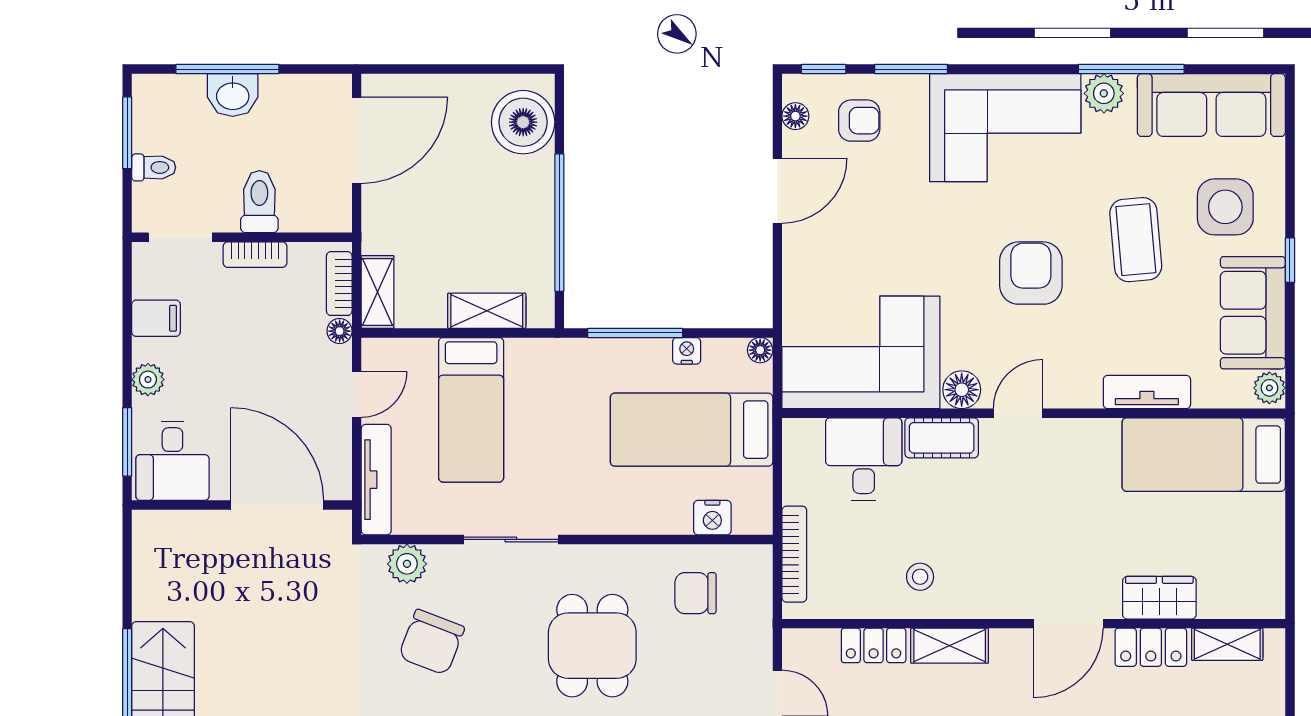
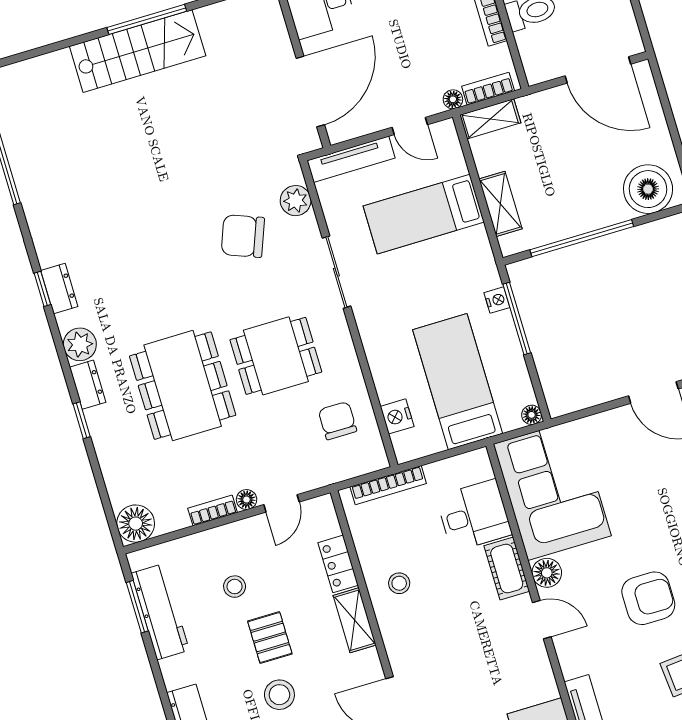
nightstand: (687, 351) -> (497, 300), moved

